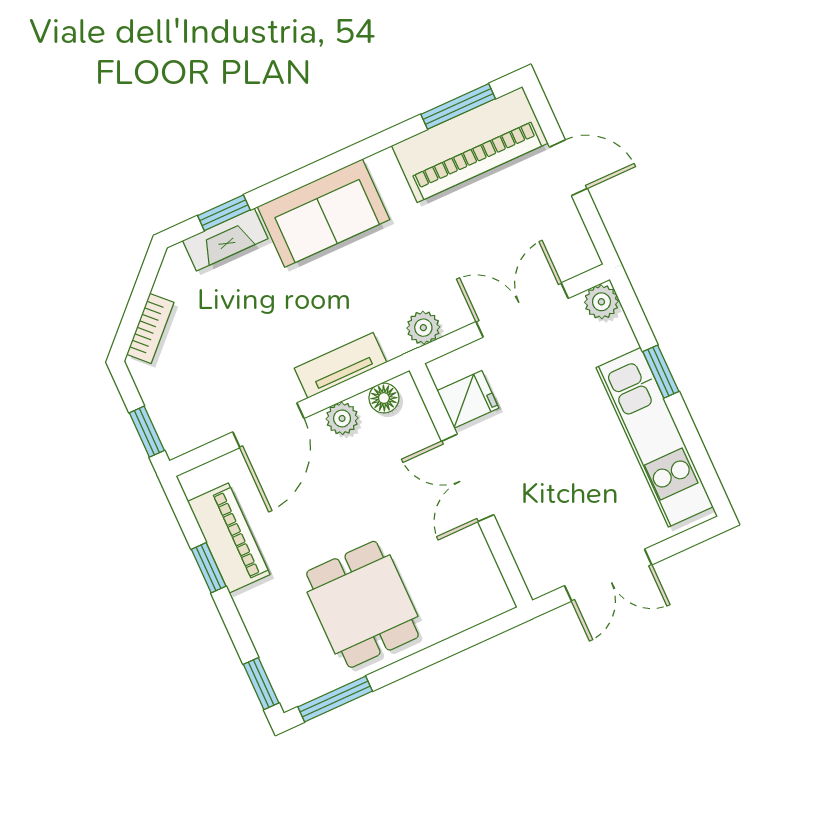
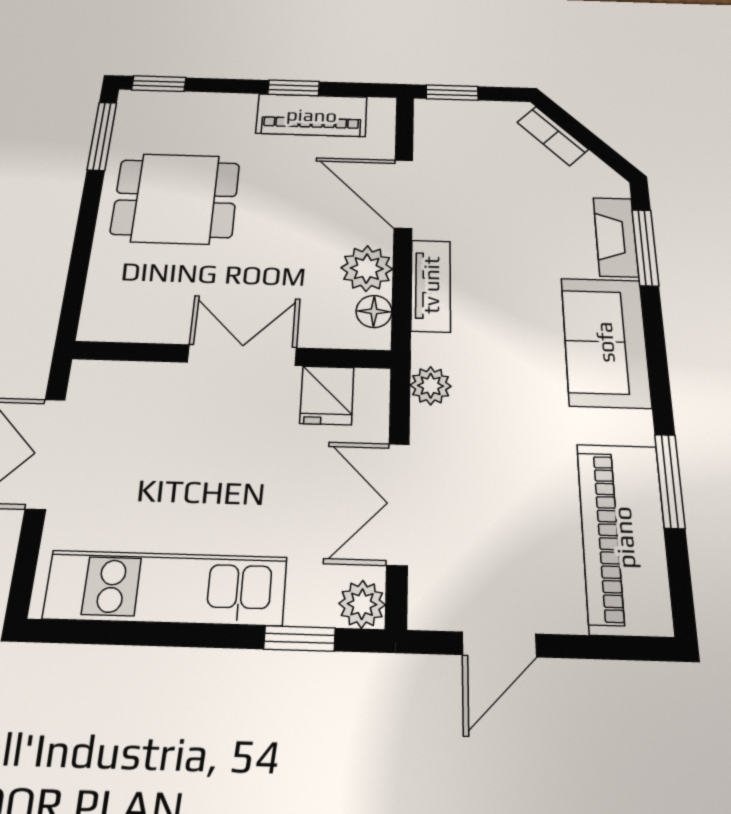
window: (458, 106) -> (670, 481), moved
door: (568, 168) -> (499, 644), moved
window: (224, 213) -> (645, 247), width x1.50
double door: (522, 310) -> (398, 503), swing flipped
window: (661, 372) -> (300, 638), moved
plant: (342, 418) -> (367, 268), width x1.38, depth x1.38

